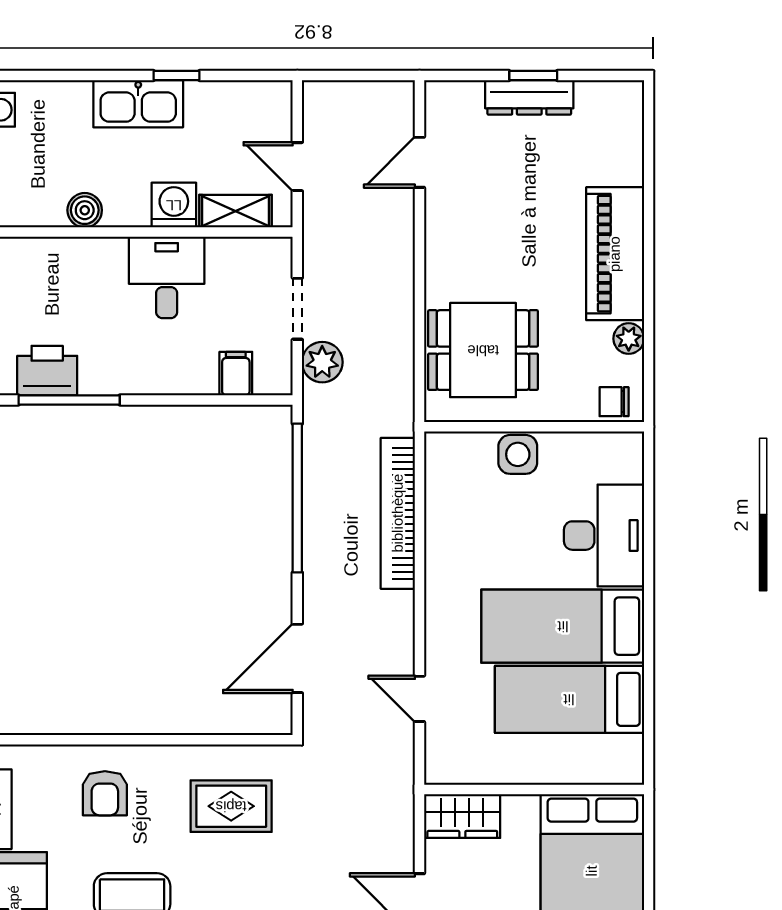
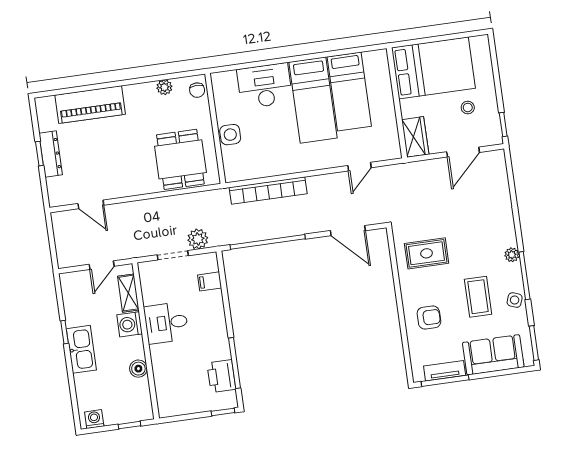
piano: (615, 254) -> (90, 105), moved
rug: (231, 806) -> (427, 253), turned 90

